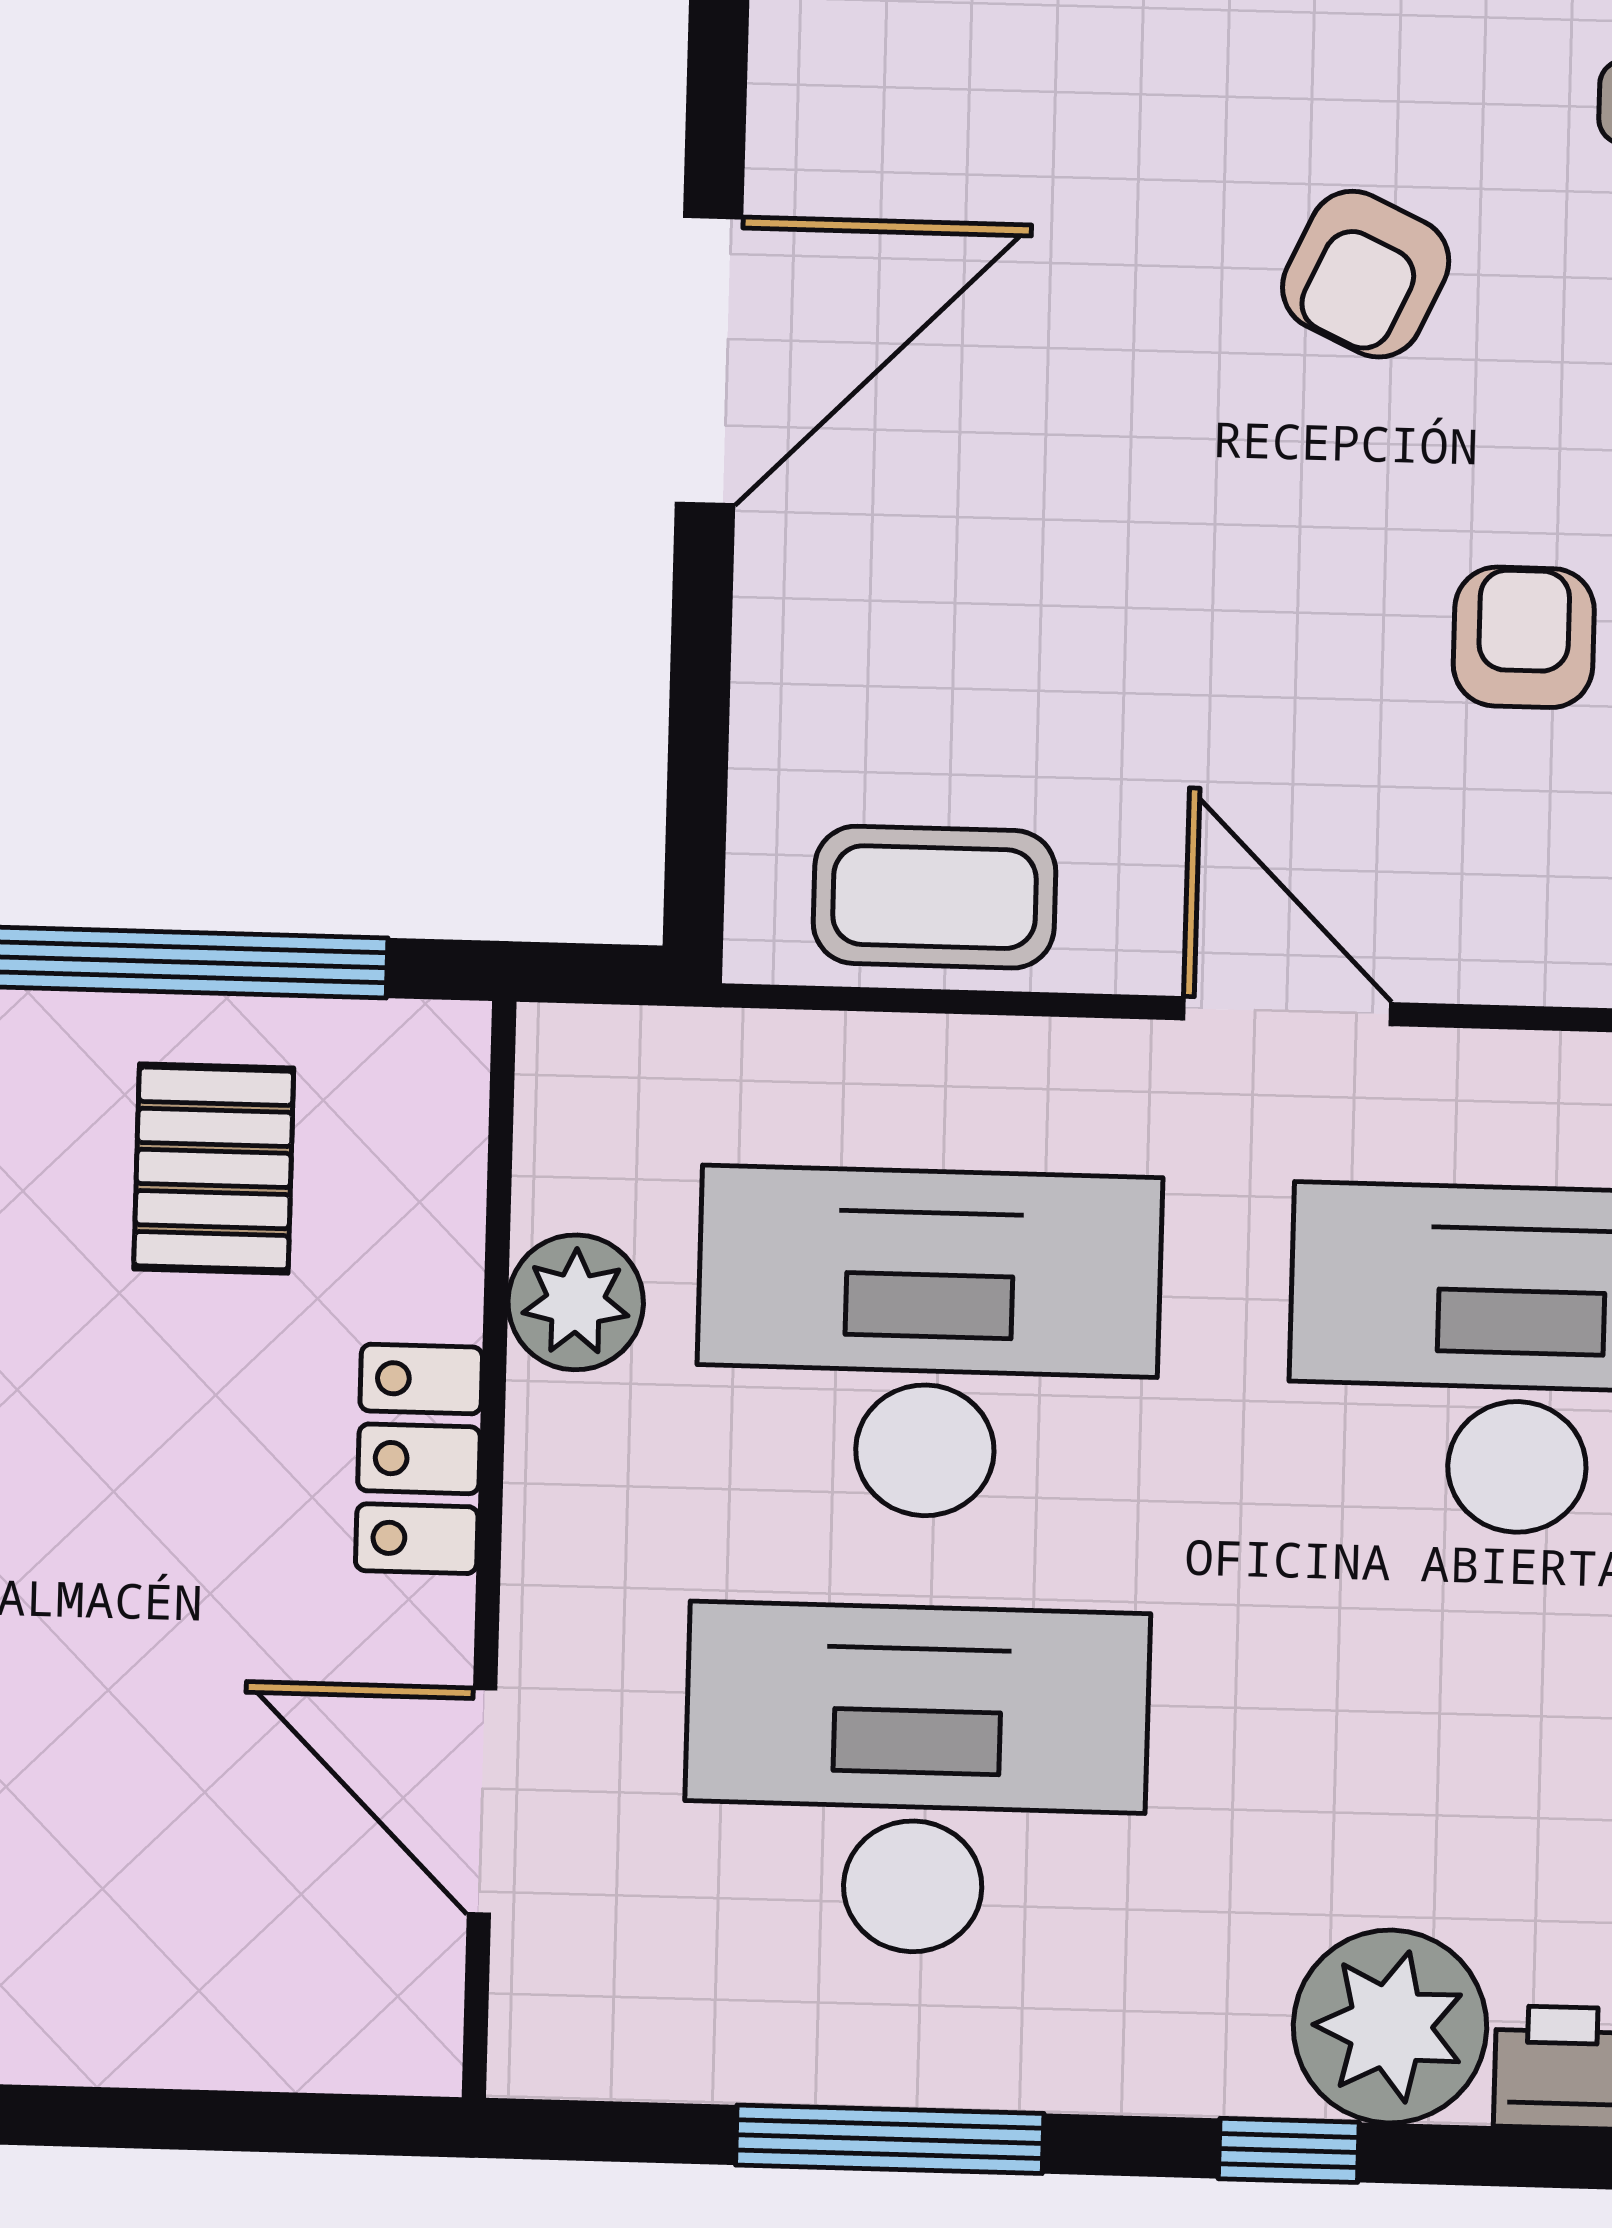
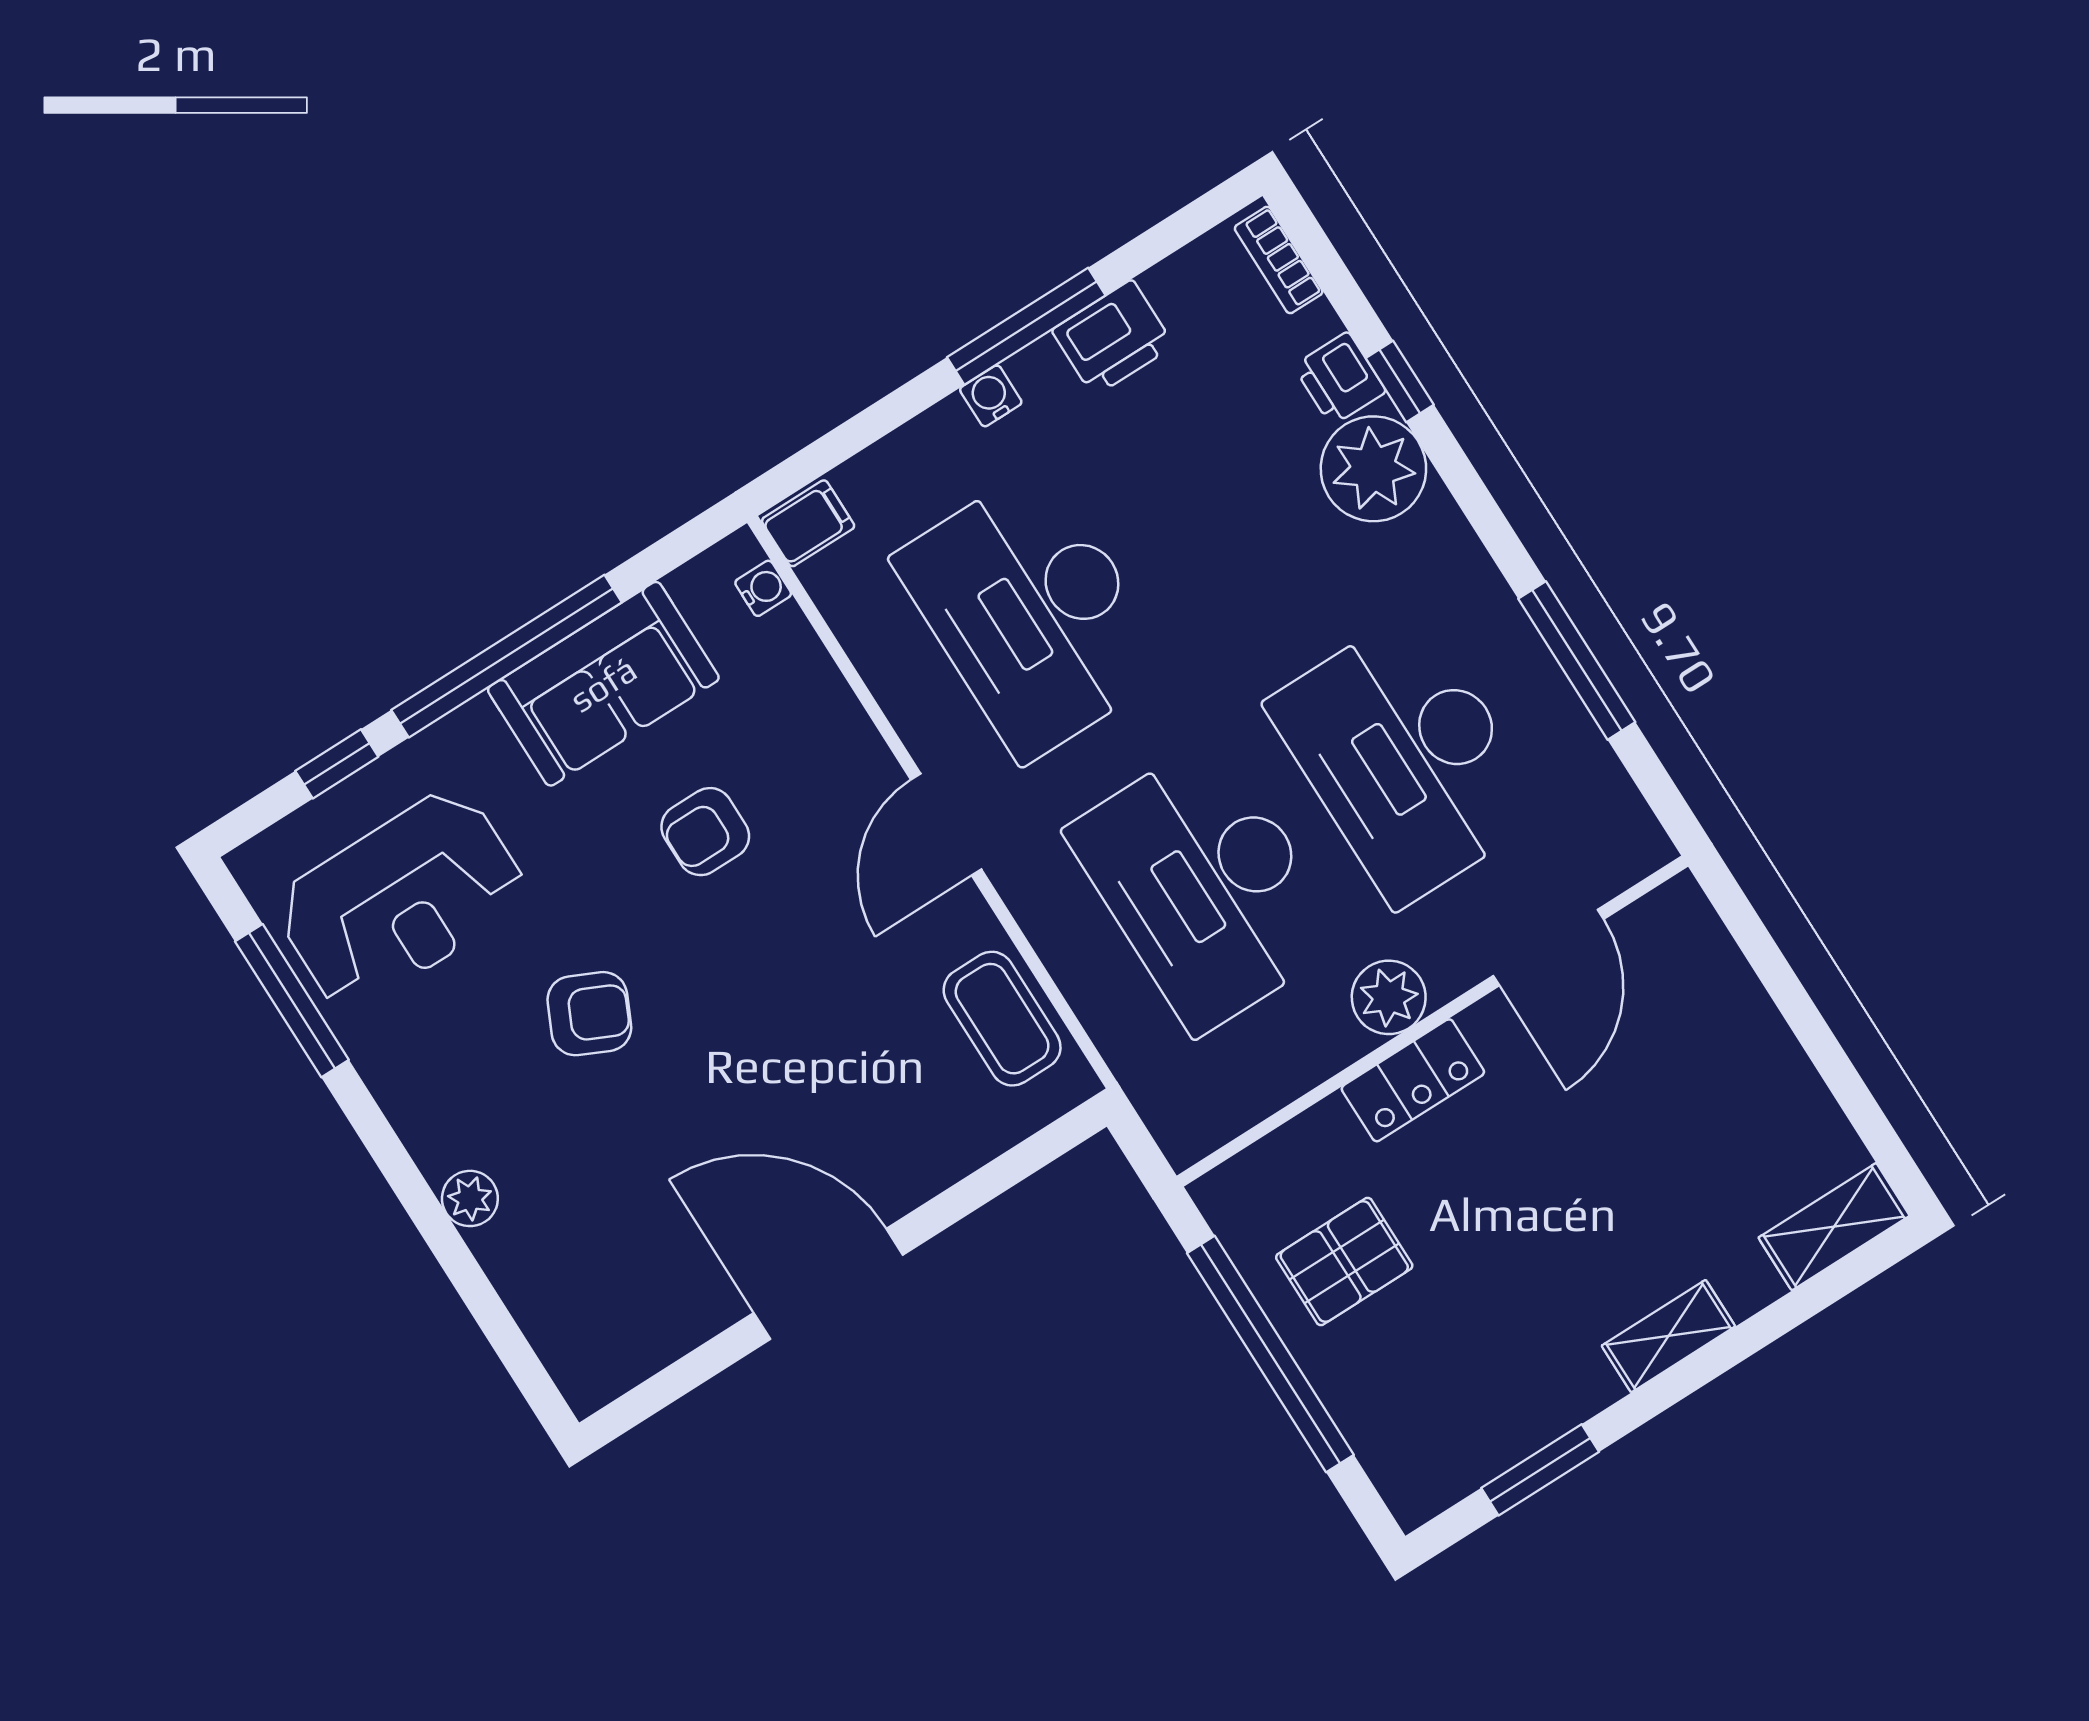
plant: (576, 1302) -> (1389, 997), moved
window: (1289, 2150) -> (1400, 381), moved

